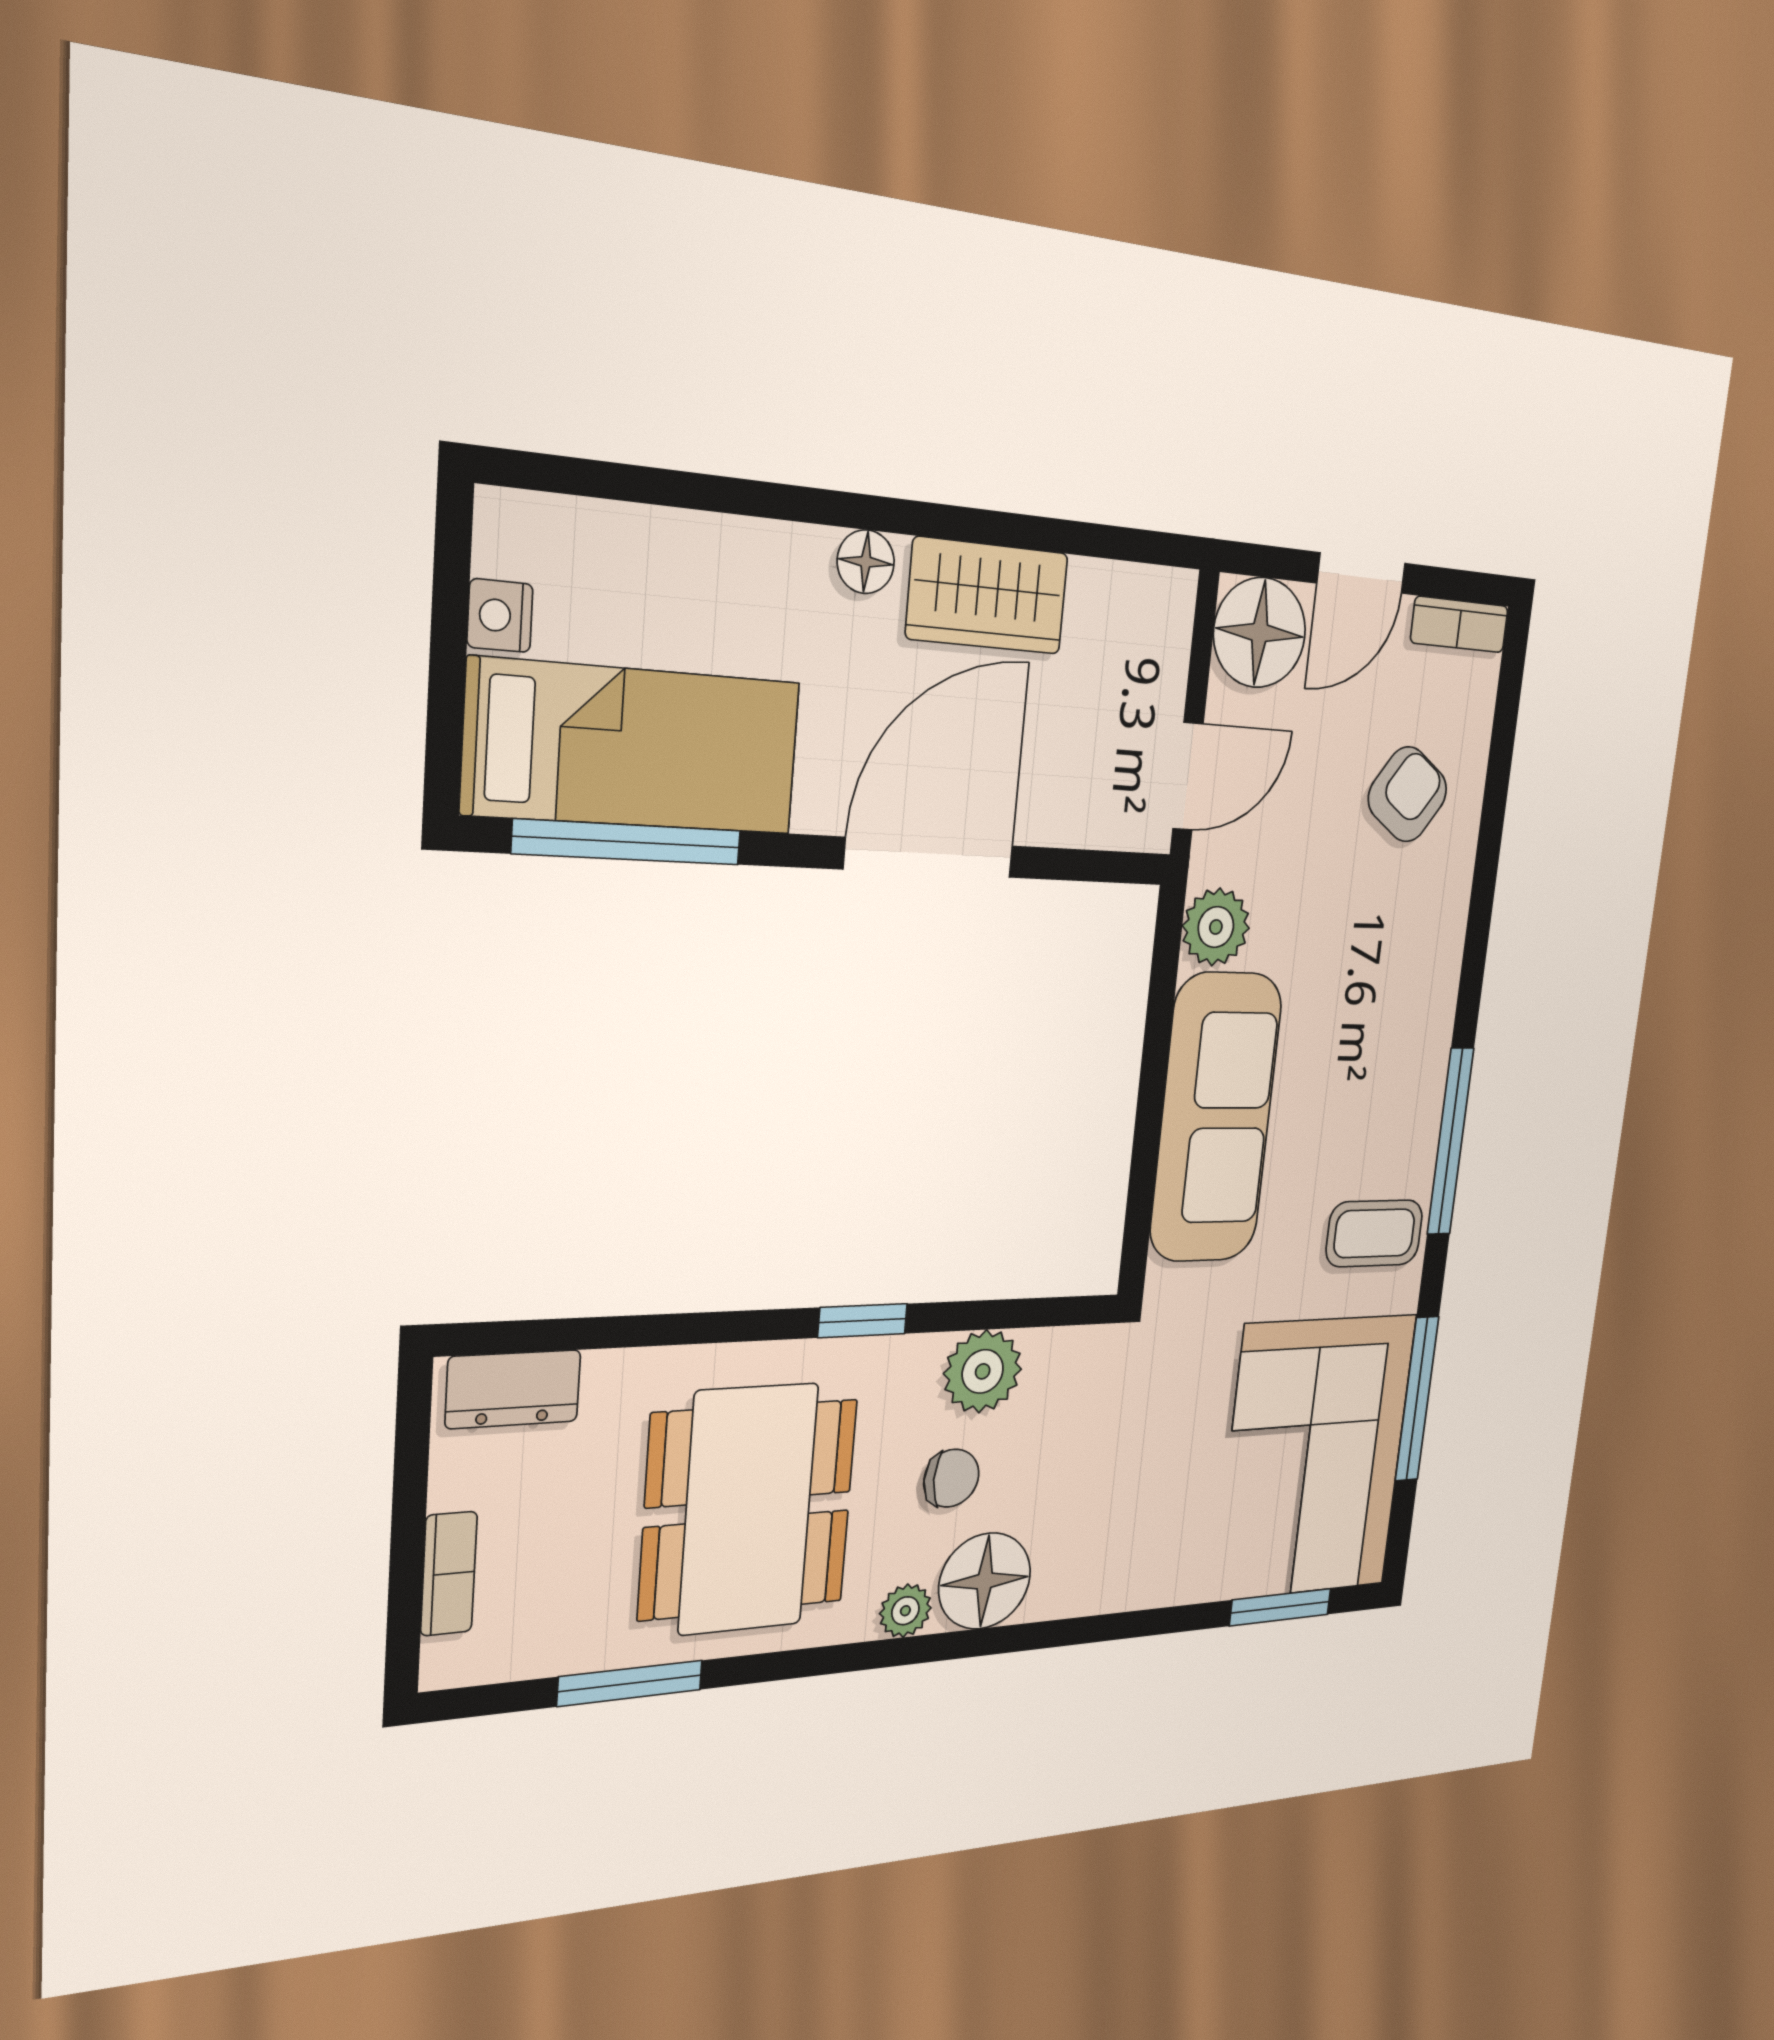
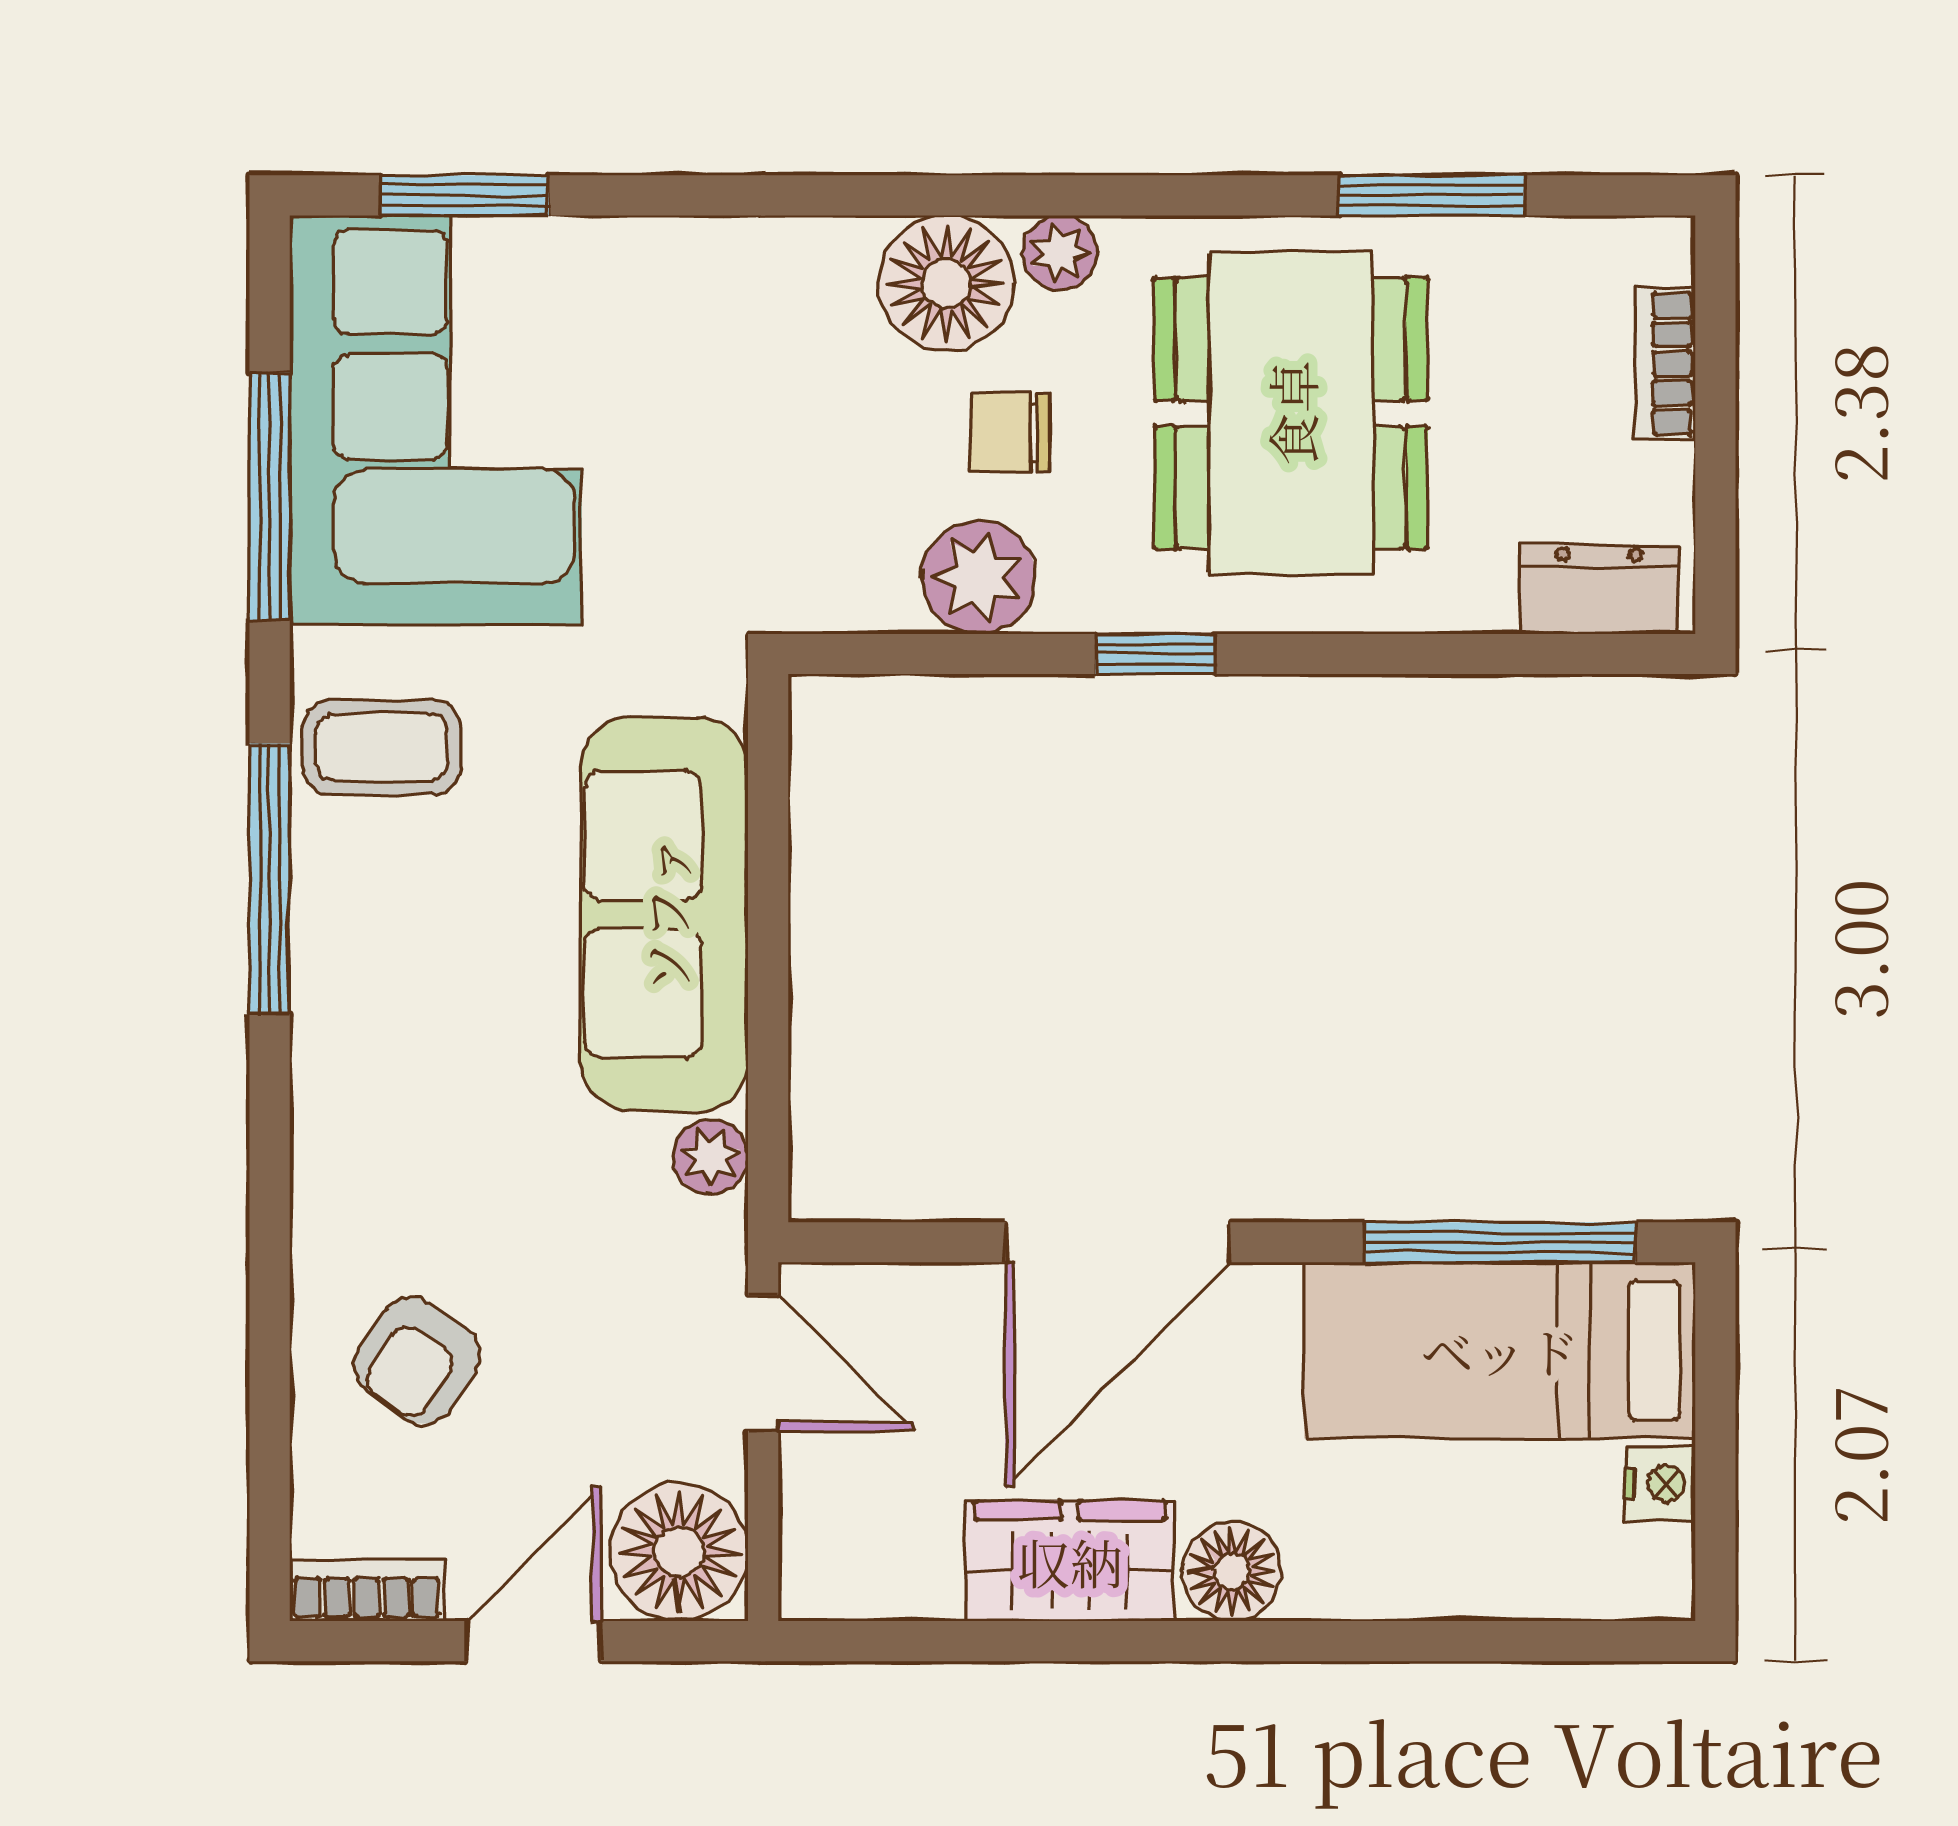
floor lamp: (866, 562) -> (1232, 1571), width x1.37, depth x1.37
door: (1188, 776) -> (763, 1363), swing flipped
plant: (1216, 927) -> (711, 1157), width x0.73, depth x0.73

